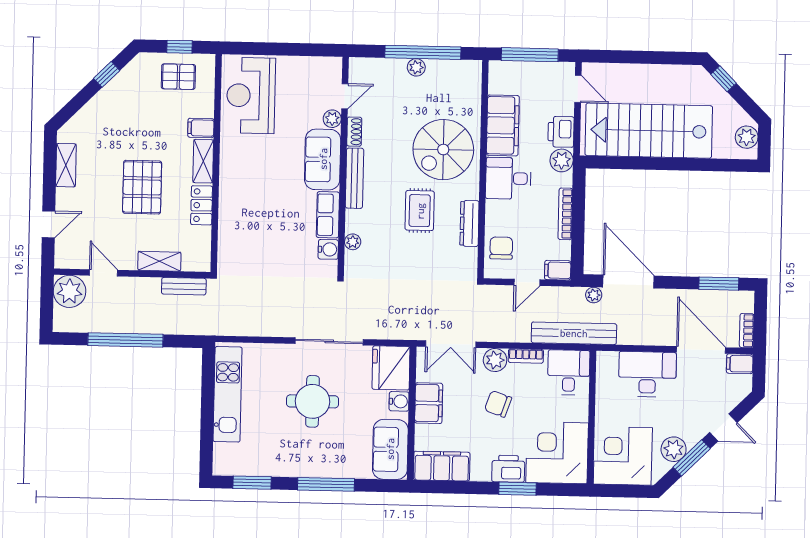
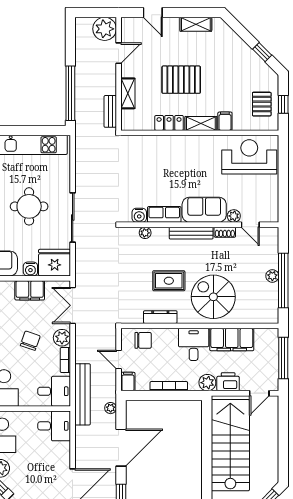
door: (628, 282) -> (121, 448), moved
window: (125, 340) -> (70, 93), moved
desk: (647, 374) -> (54, 426), moved, width x0.73

